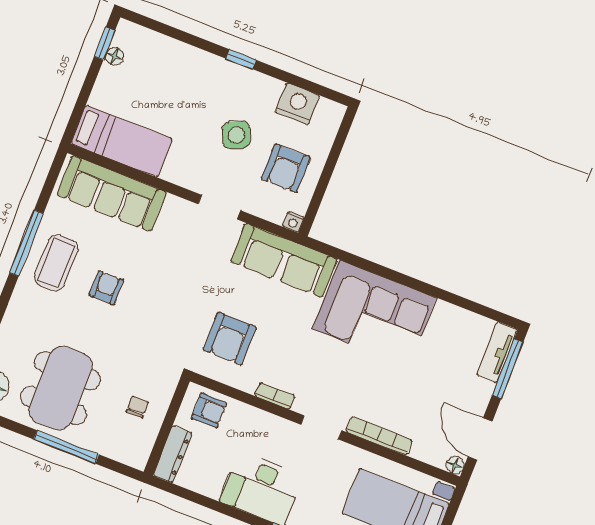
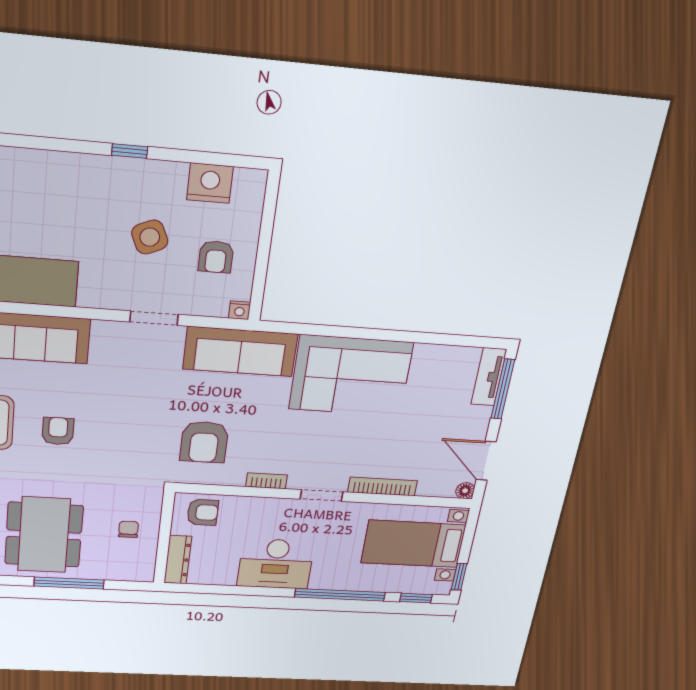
armchair: (286, 168) -> (216, 257), width x0.72, depth x0.72

